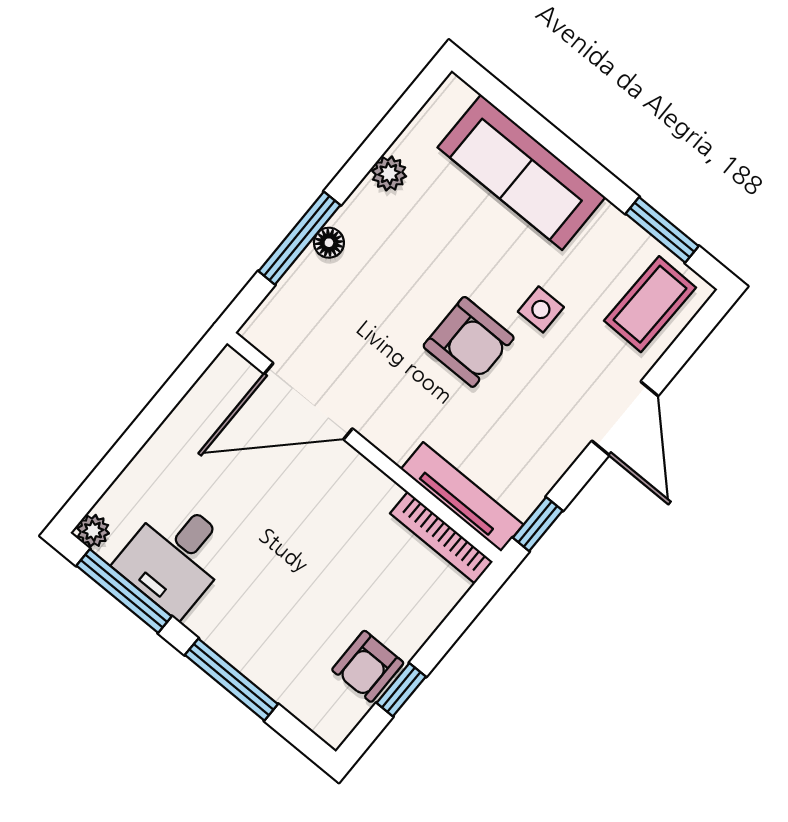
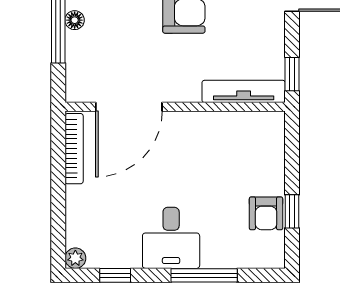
bookcase: (441, 538) -> (74, 149), moved, turned -90
desk: (175, 557) -> (171, 238), moved
window: (124, 591) -> (115, 275), width x0.46

